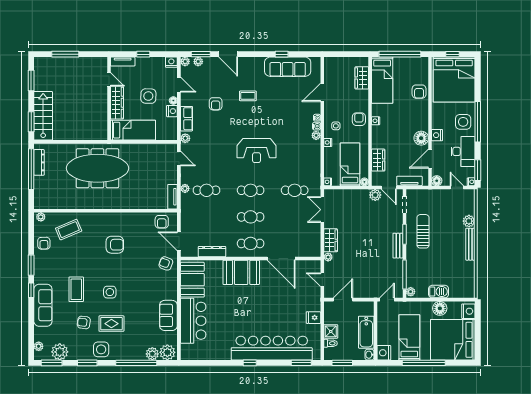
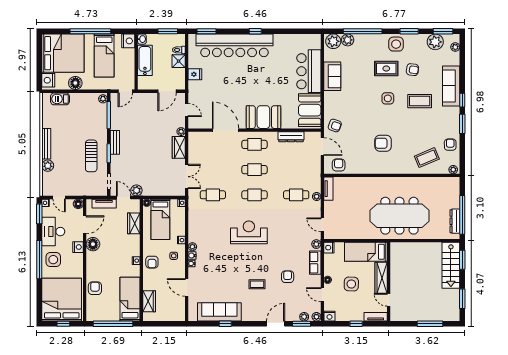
door: (228, 54) -> (276, 324), hinge flipped
door: (322, 92) -> (187, 287), swing flipped
nightstand: (172, 111) -> (329, 248), moved
coffee table: (76, 289) -> (420, 101), turned 90
barbecue: (439, 292) -> (60, 99), moved

